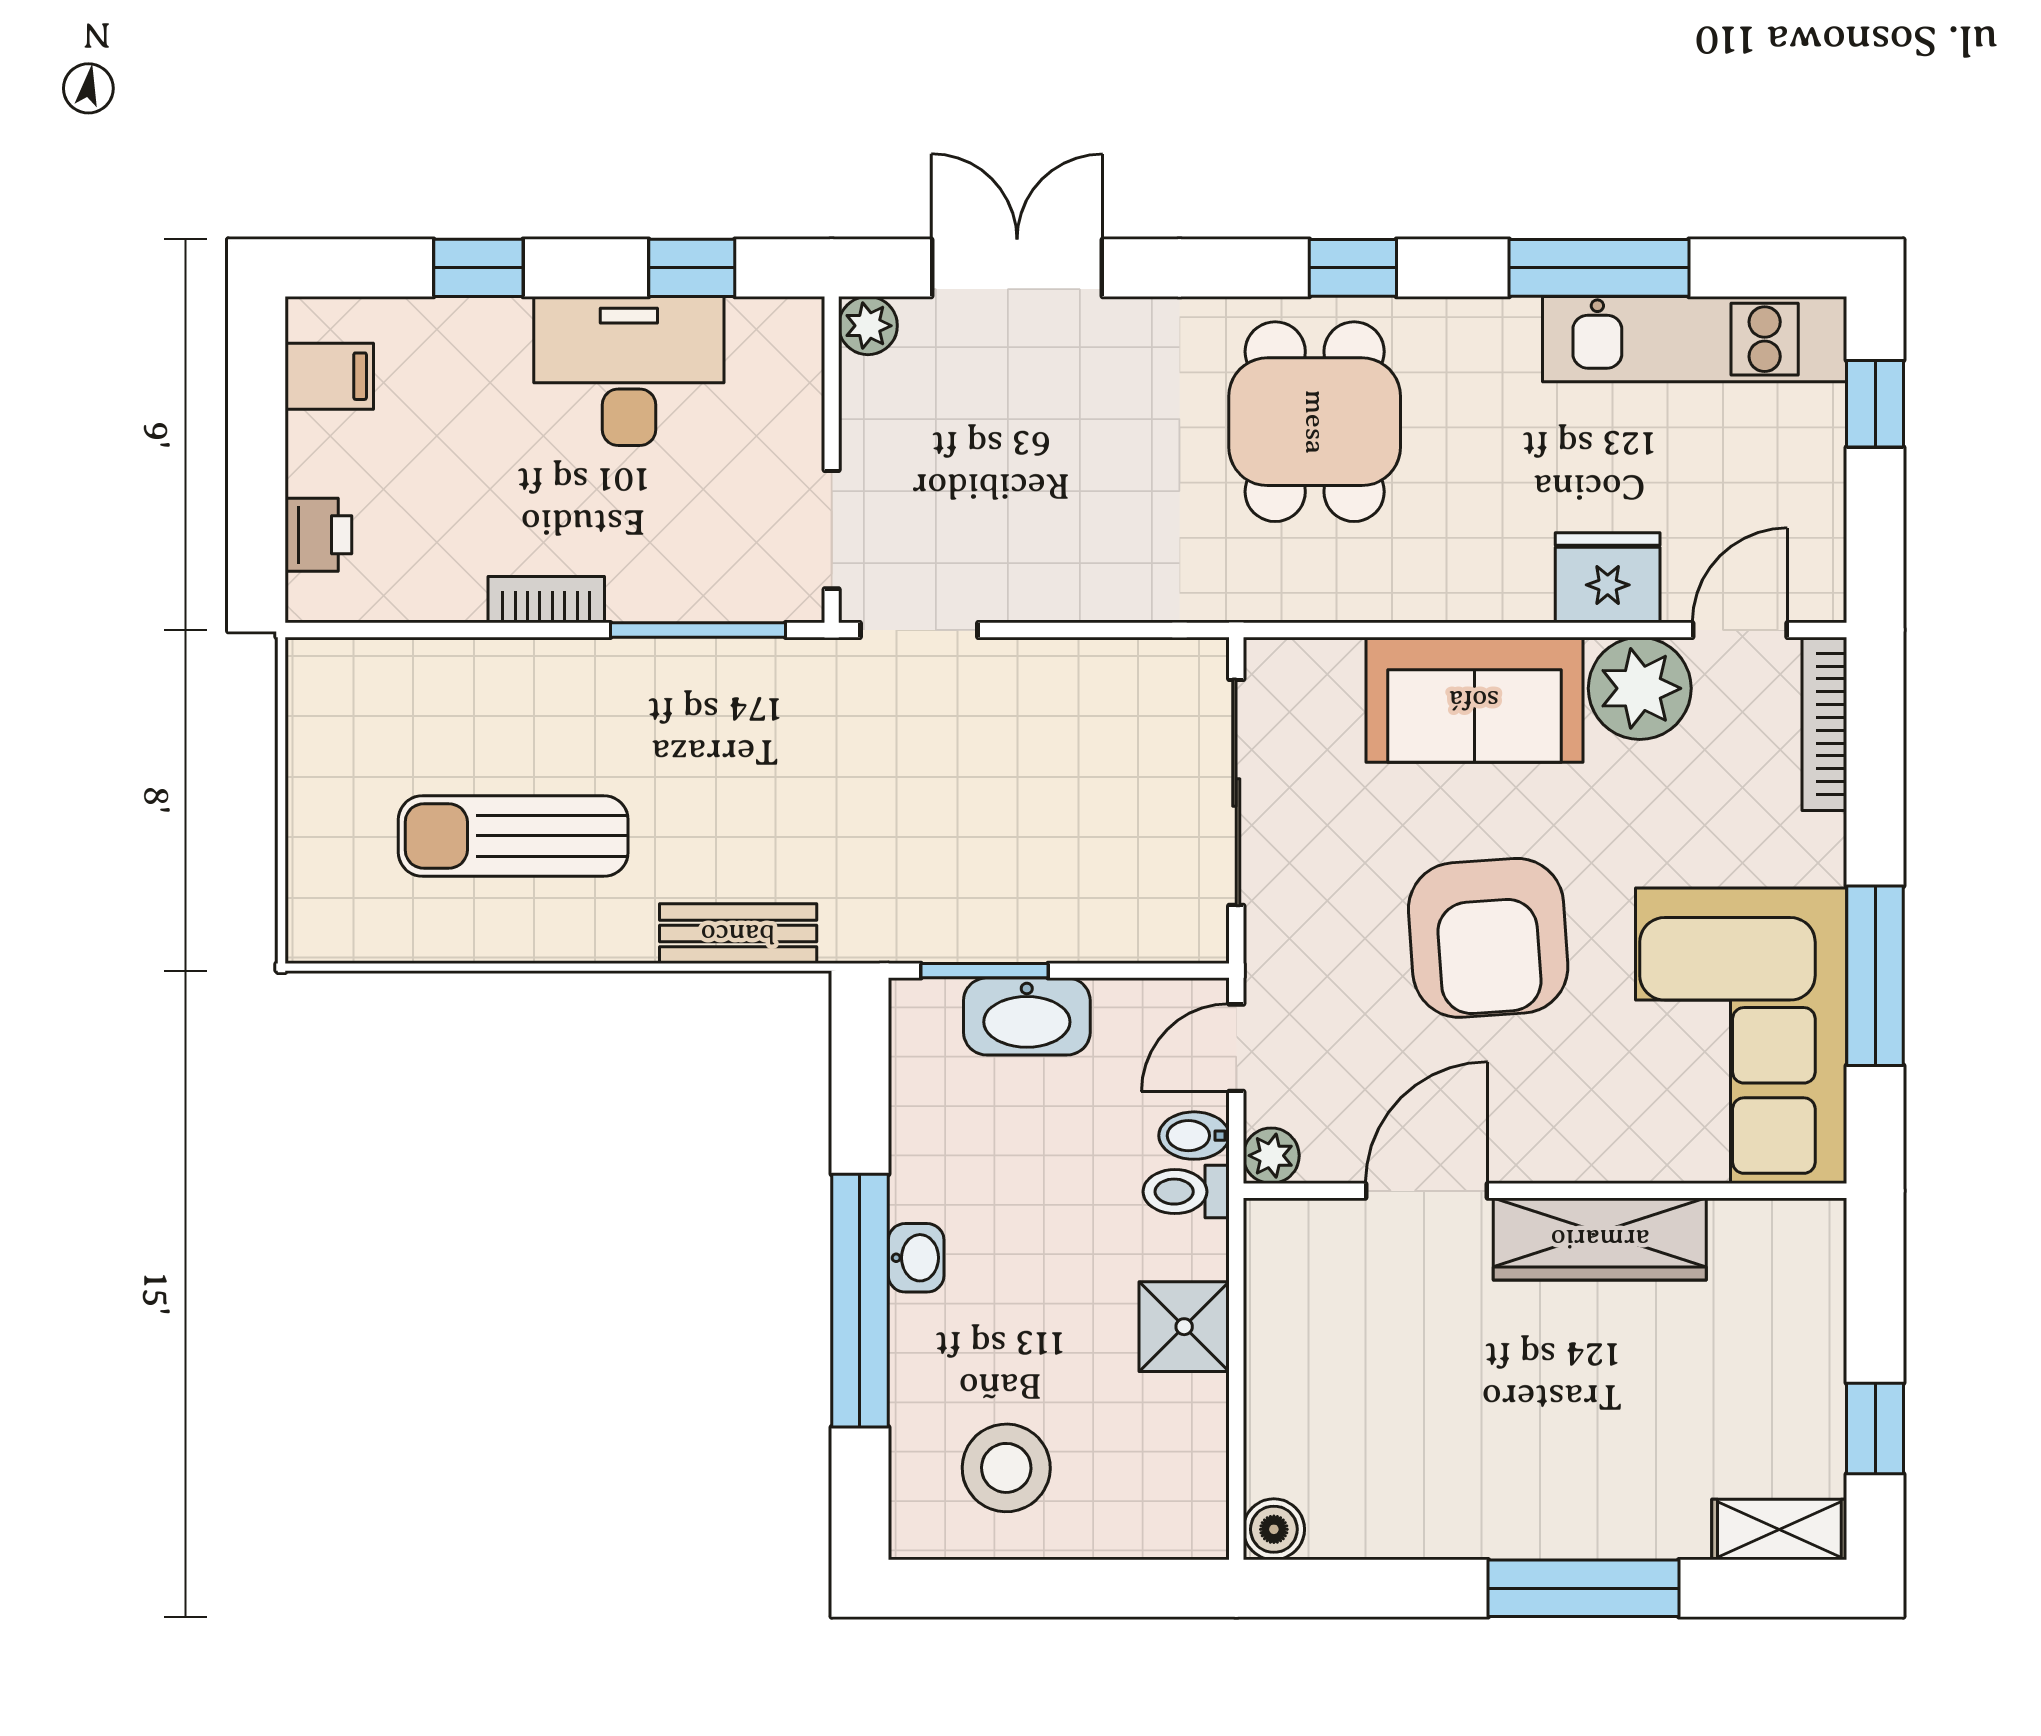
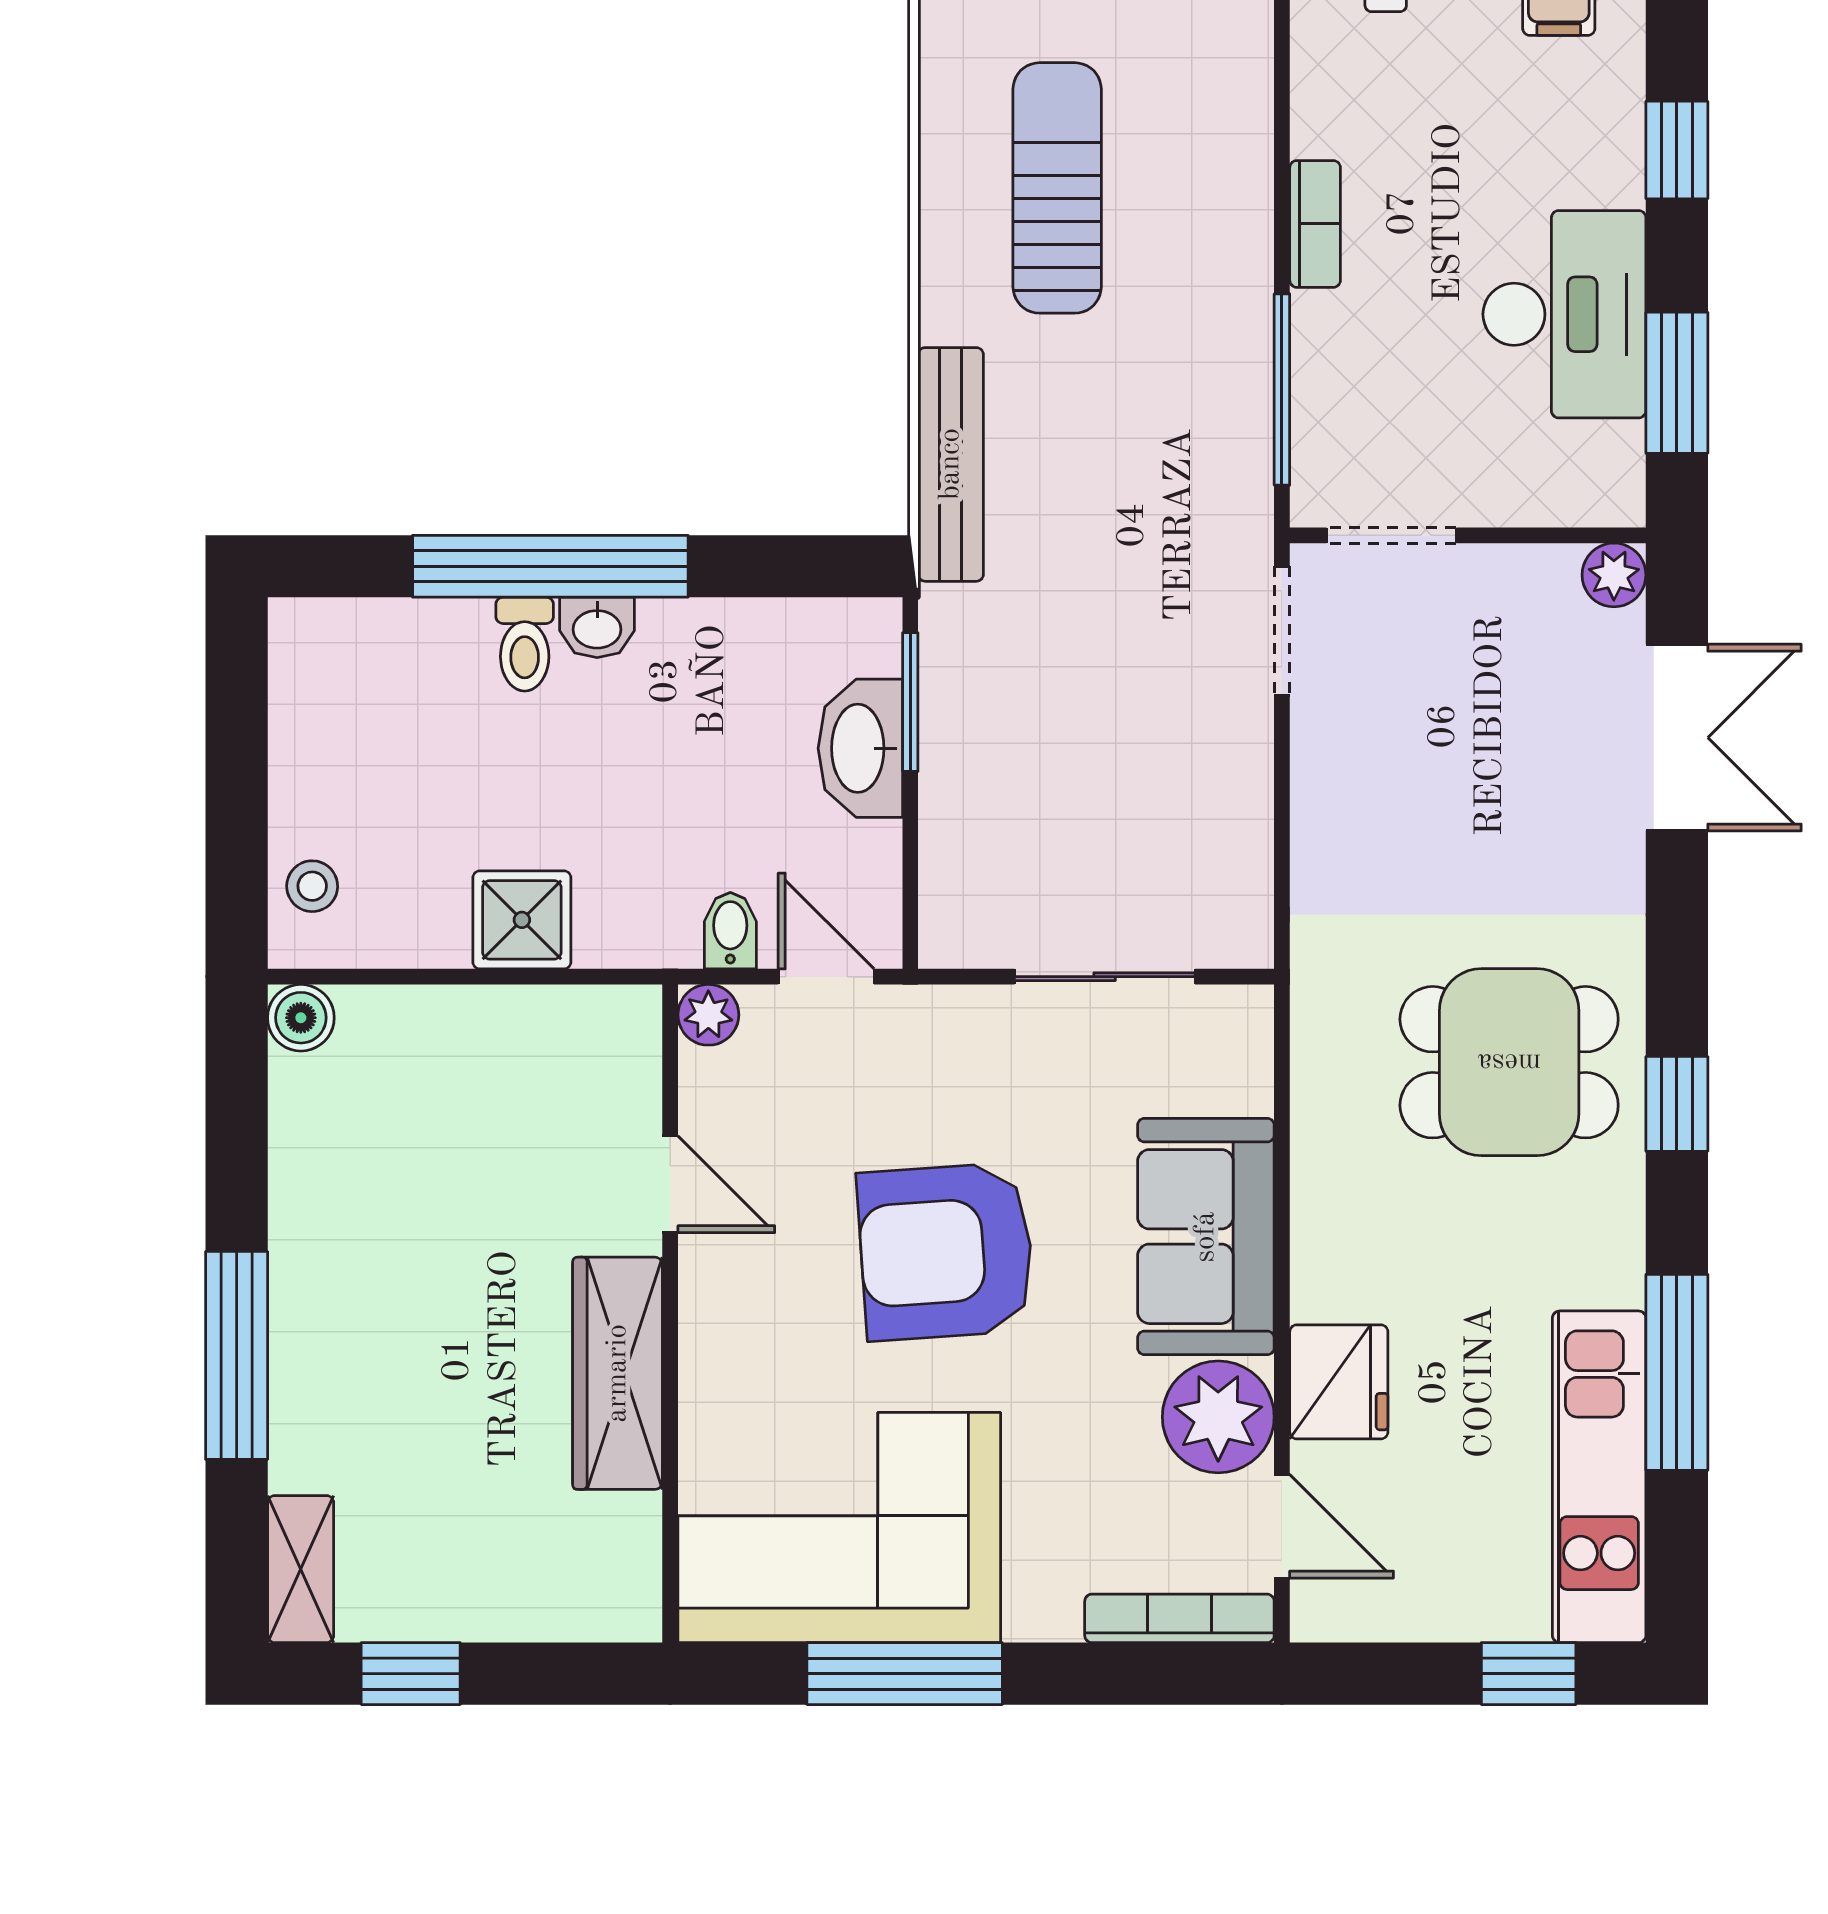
window: (692, 268) -> (1677, 383), width x1.50
sliding door: (1236, 792) -> (1105, 977), width x0.73
bench: (738, 934) -> (951, 464), width x1.36
door: (1427, 1191) -> (670, 1184), width x0.73
toilet: (1186, 1192) -> (525, 644), moved, turned 180
stool: (1006, 1468) -> (312, 886), moved, width x0.53, depth x0.53

